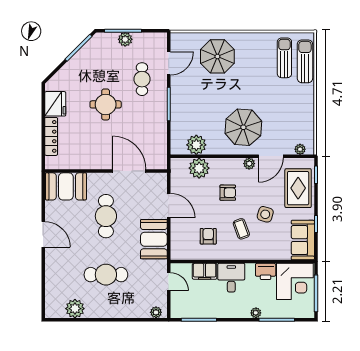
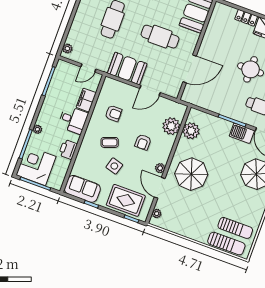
barbecue: (179, 88) -> (242, 133), added
locker: (51, 136) -> (246, 18), width x0.66
corner desk: (295, 281) -> (36, 166), moved, turned 90

